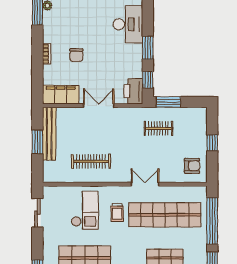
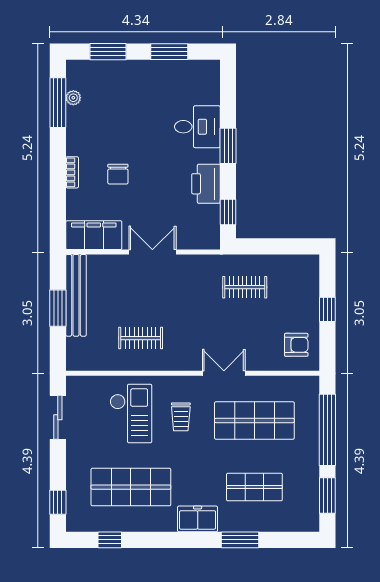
desk: (128, 24) -> (197, 127), width x0.73
window: (148, 48) -> (228, 146), moved
printer: (133, 91) -> (206, 184), moved
window: (168, 102) -> (260, 246), removed
clothes rail: (91, 161) -> (141, 338), width x0.73
shop shelf: (165, 215) -> (254, 420), width x0.71

